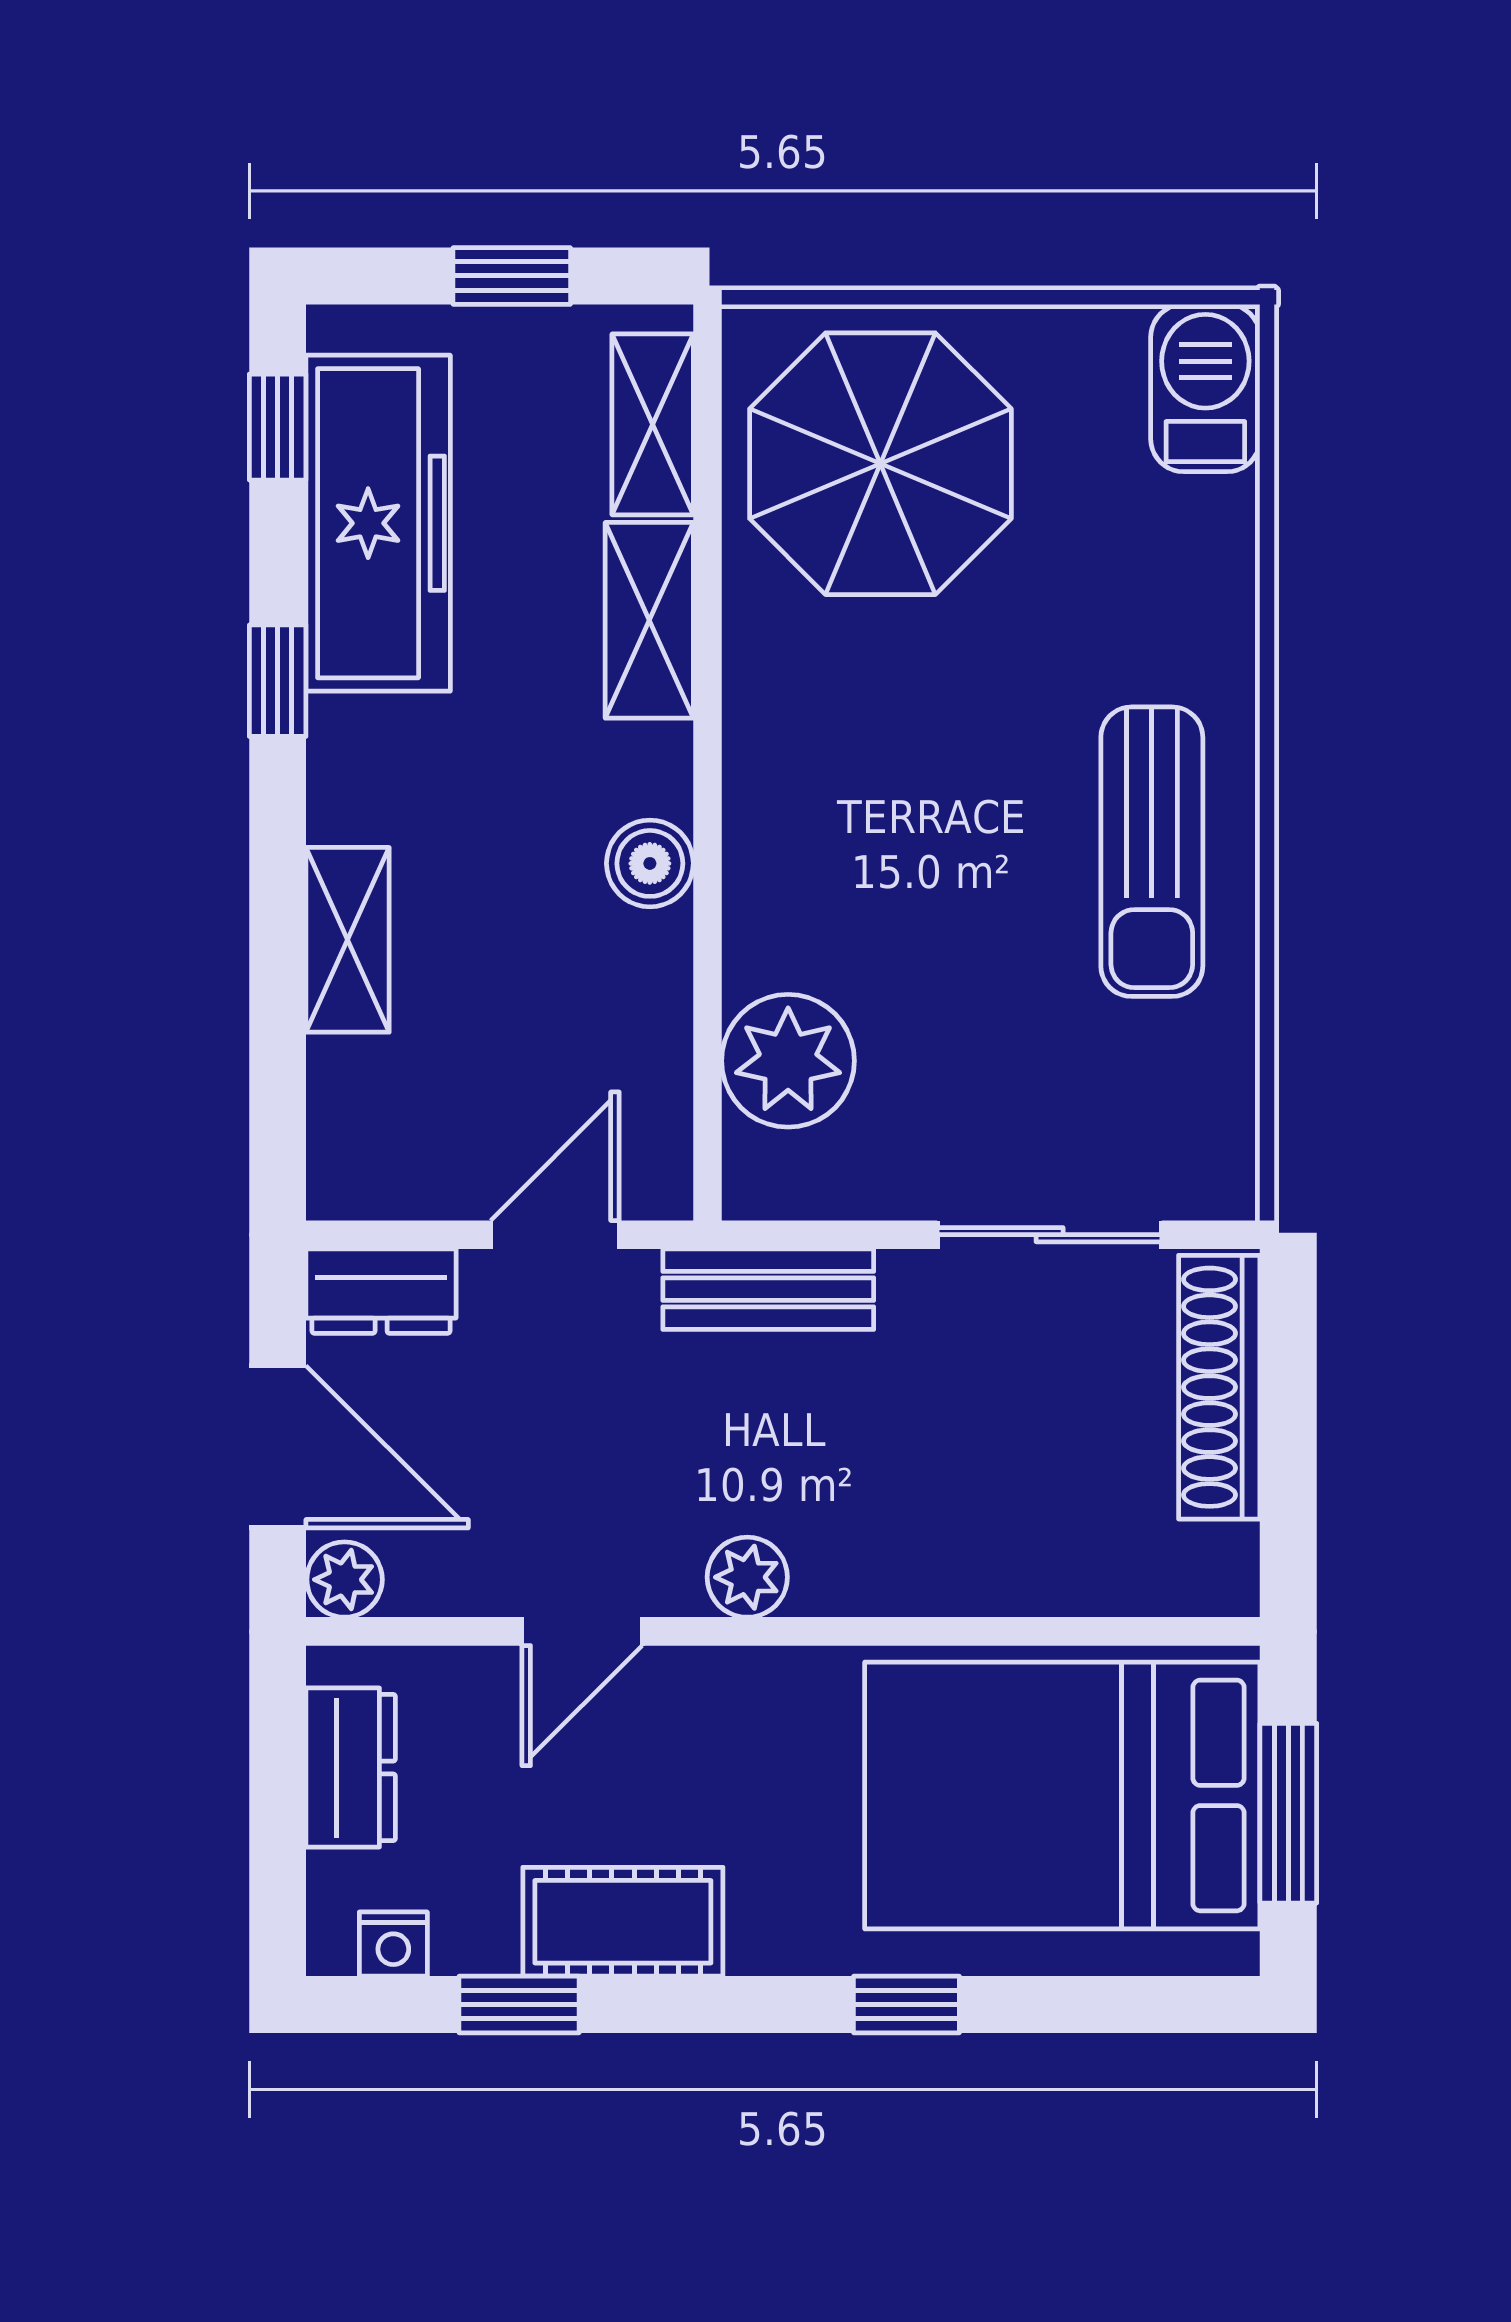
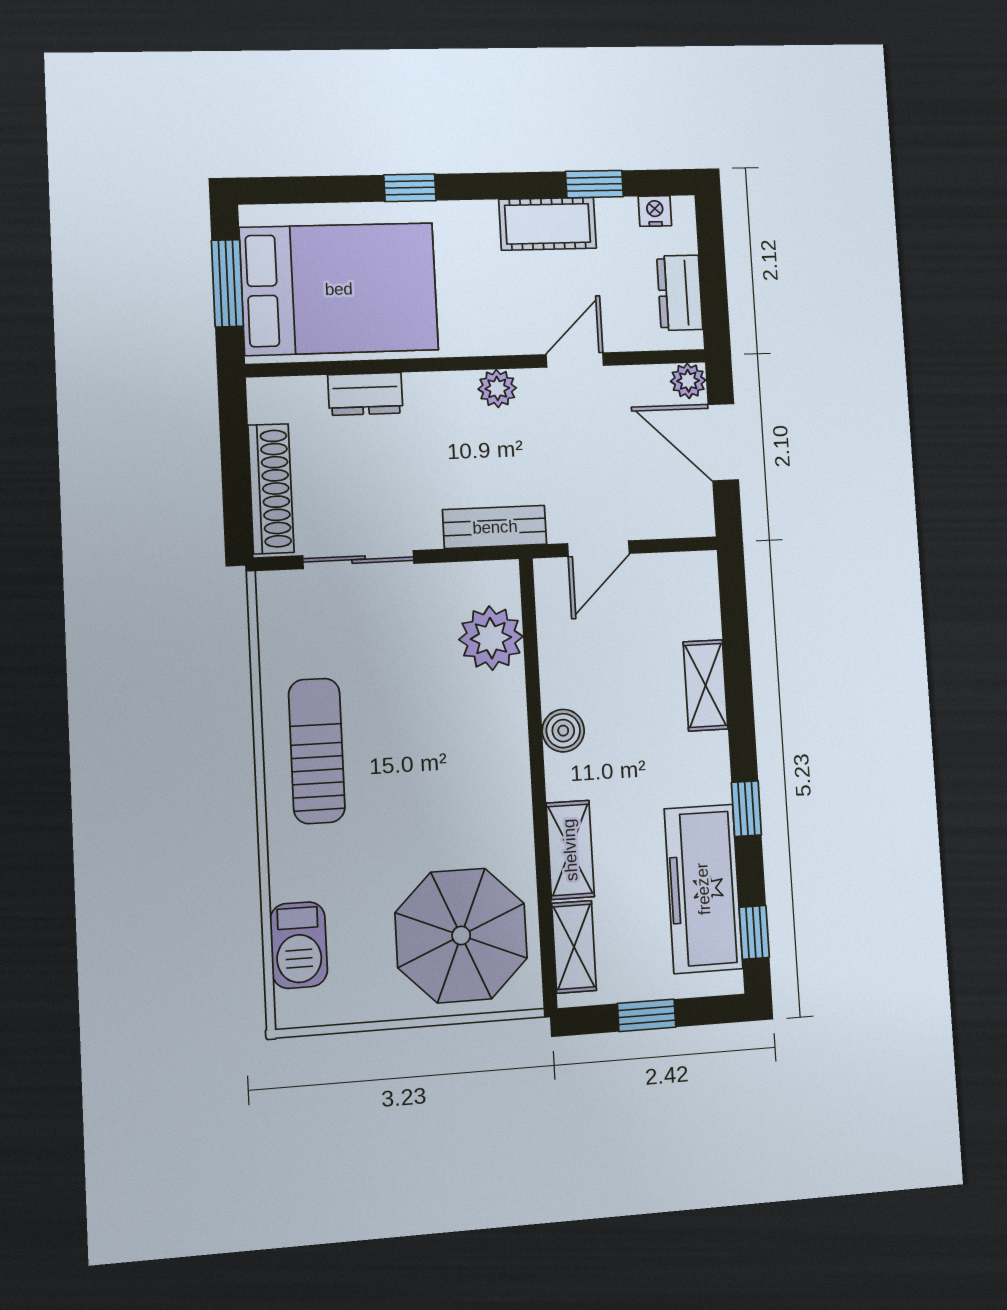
barbecue: (1205, 388) -> (299, 945), moved
dresser: (381, 1291) -> (365, 394), moved, turned 180

